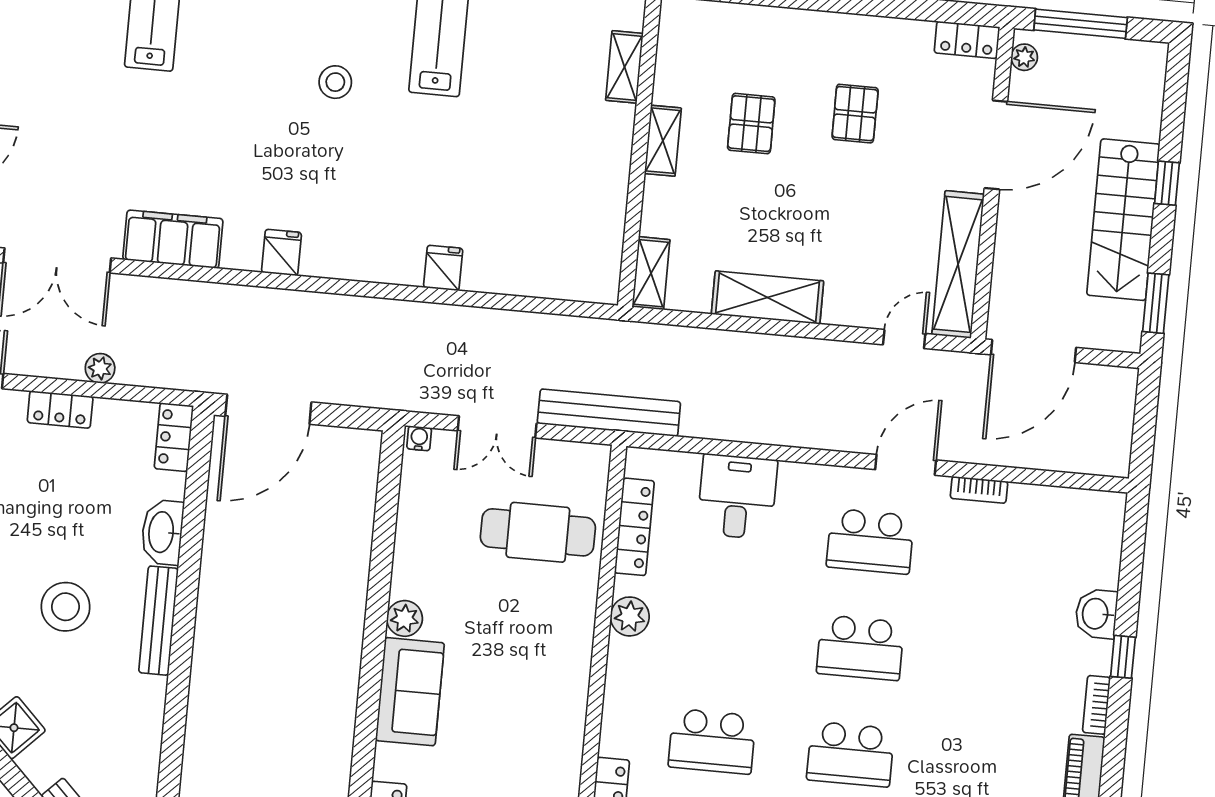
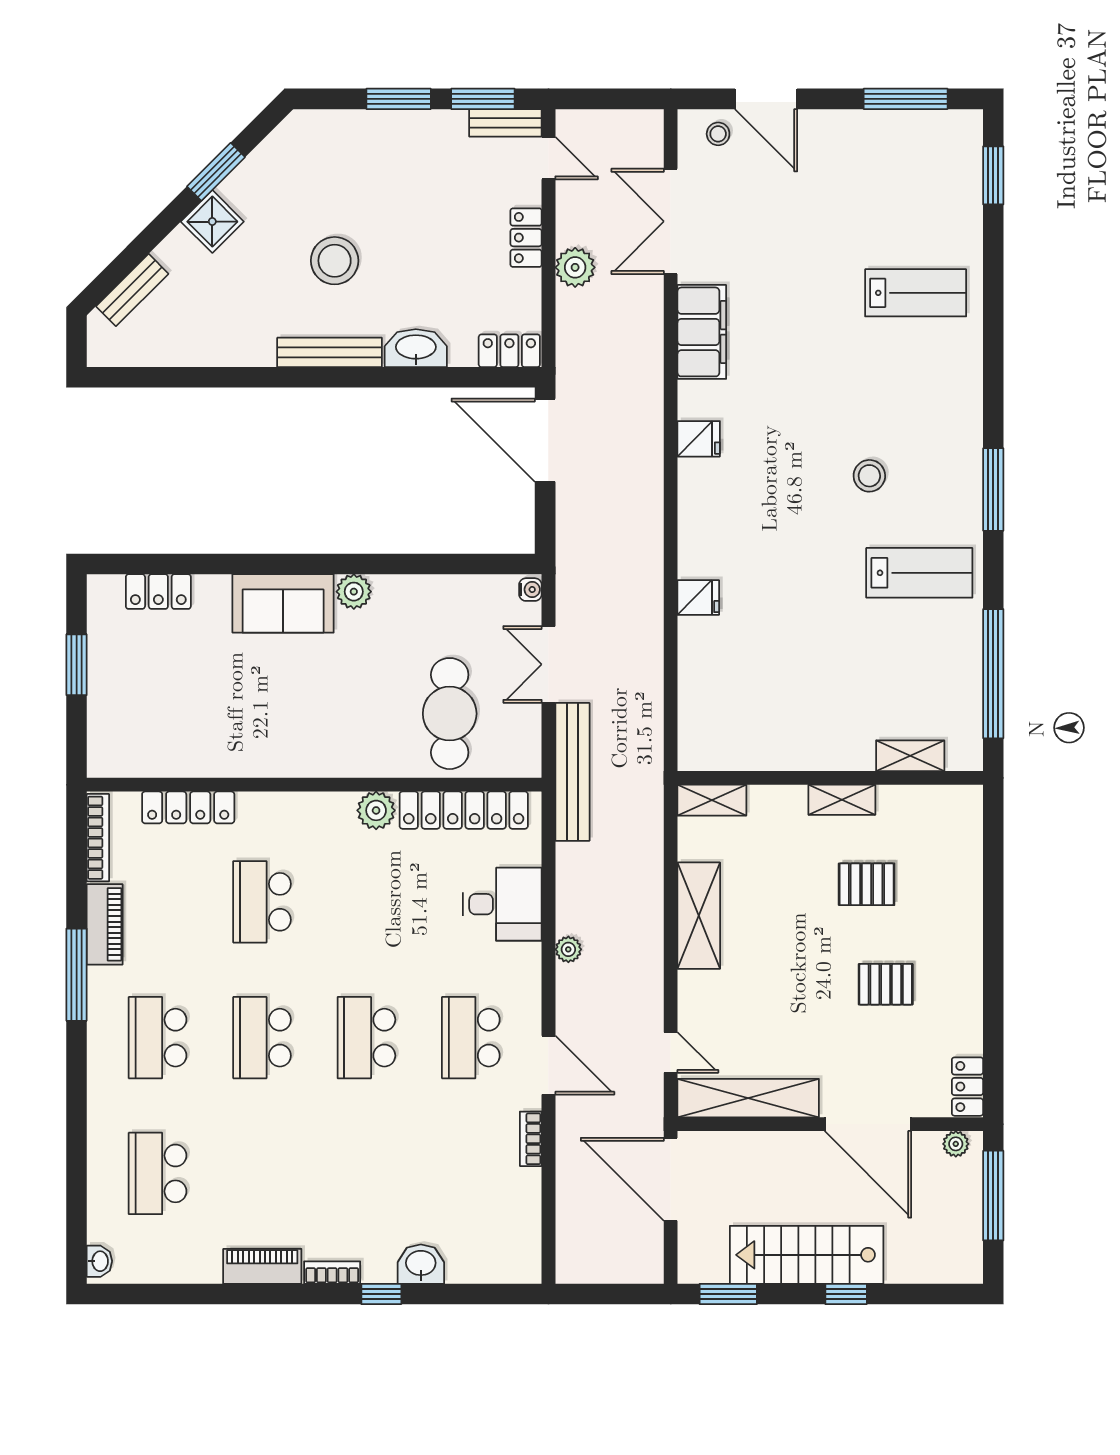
plant: (100, 368) -> (575, 267), width x1.38, depth x1.38
plant: (789, 434) -> (568, 949), added
locker: (634, 527) -> (464, 810), width x1.41, depth x1.21

